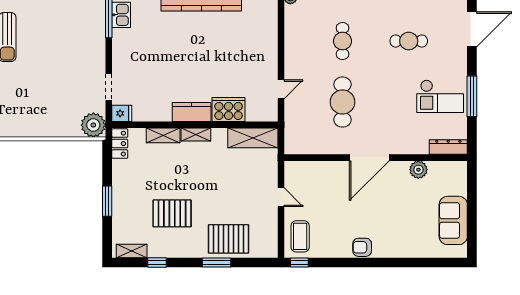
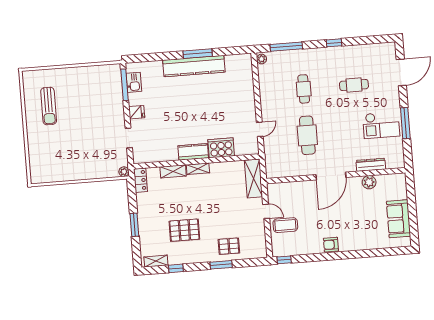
fridge: (122, 113) -> (137, 112), moved
plant: (93, 125) -> (124, 172), width x0.53, depth x0.53
shelving: (253, 138) -> (254, 178), moved, turned 90
dresser: (448, 147) -> (371, 165), moved
coffee table: (300, 236) -> (285, 225), moved, turned 90
pallet: (229, 239) -> (229, 246), width x0.67, depth x0.71

